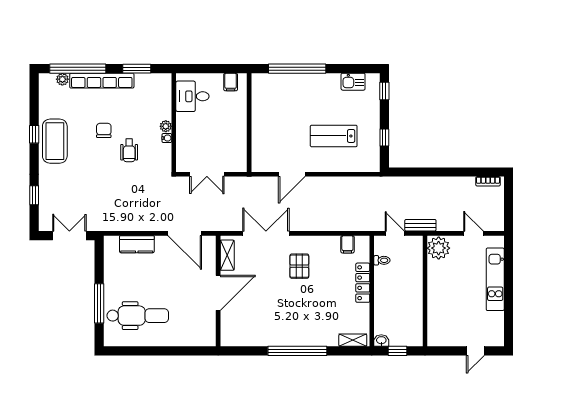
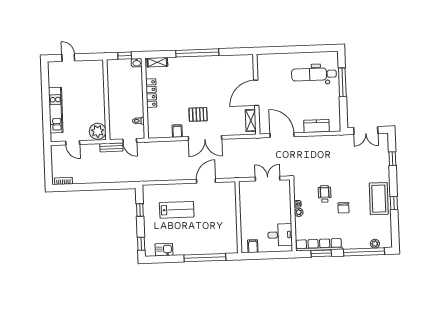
row of seats: (102, 81) -> (319, 245), moved
double door: (266, 233) -> (205, 138), moved
filing cabinet: (347, 244) -> (177, 131), moved
pallet: (299, 266) -> (198, 114), turned 90
locker: (363, 283) -> (151, 93), moved
door: (475, 351) -> (68, 58), hinge flipped

